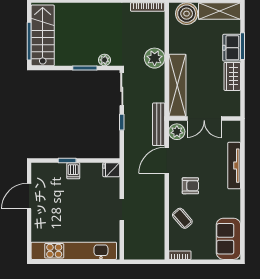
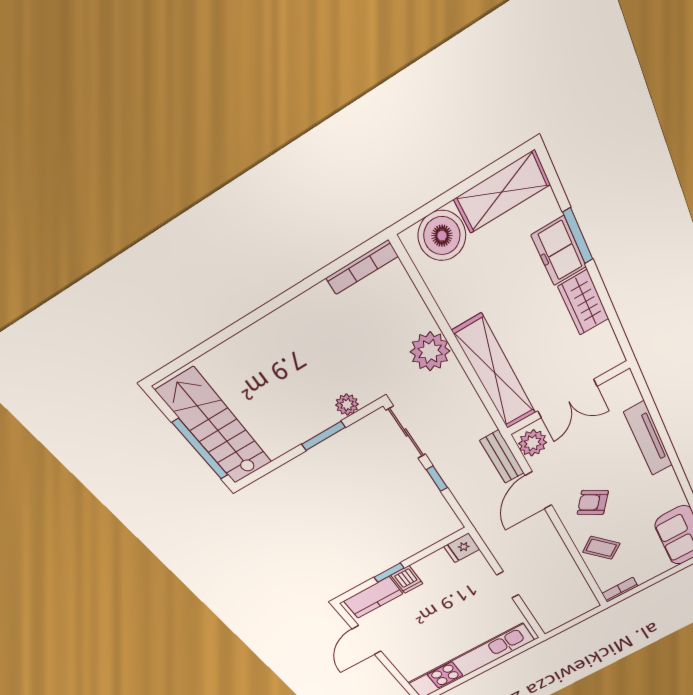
bench: (159, 124) -> (502, 457), width x0.73
kitchen counter: (50, 171) -> (373, 597), added
armchair: (190, 186) -> (593, 503), turned -146

